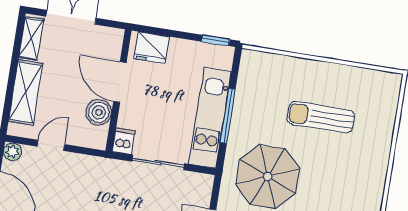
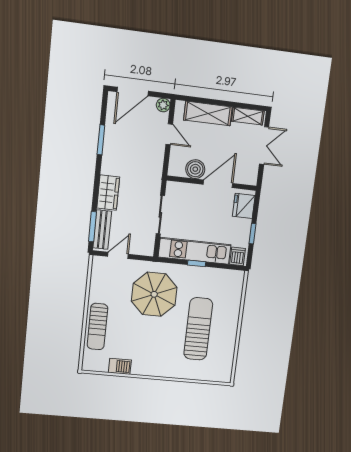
window: (216, 40) -> (253, 234), moved
window: (228, 116) -> (197, 263), width x0.46
sun lounger: (321, 117) -> (198, 329), width x1.36, depth x1.34
dishwasher: (124, 141) -> (238, 256), moved, turned -90

